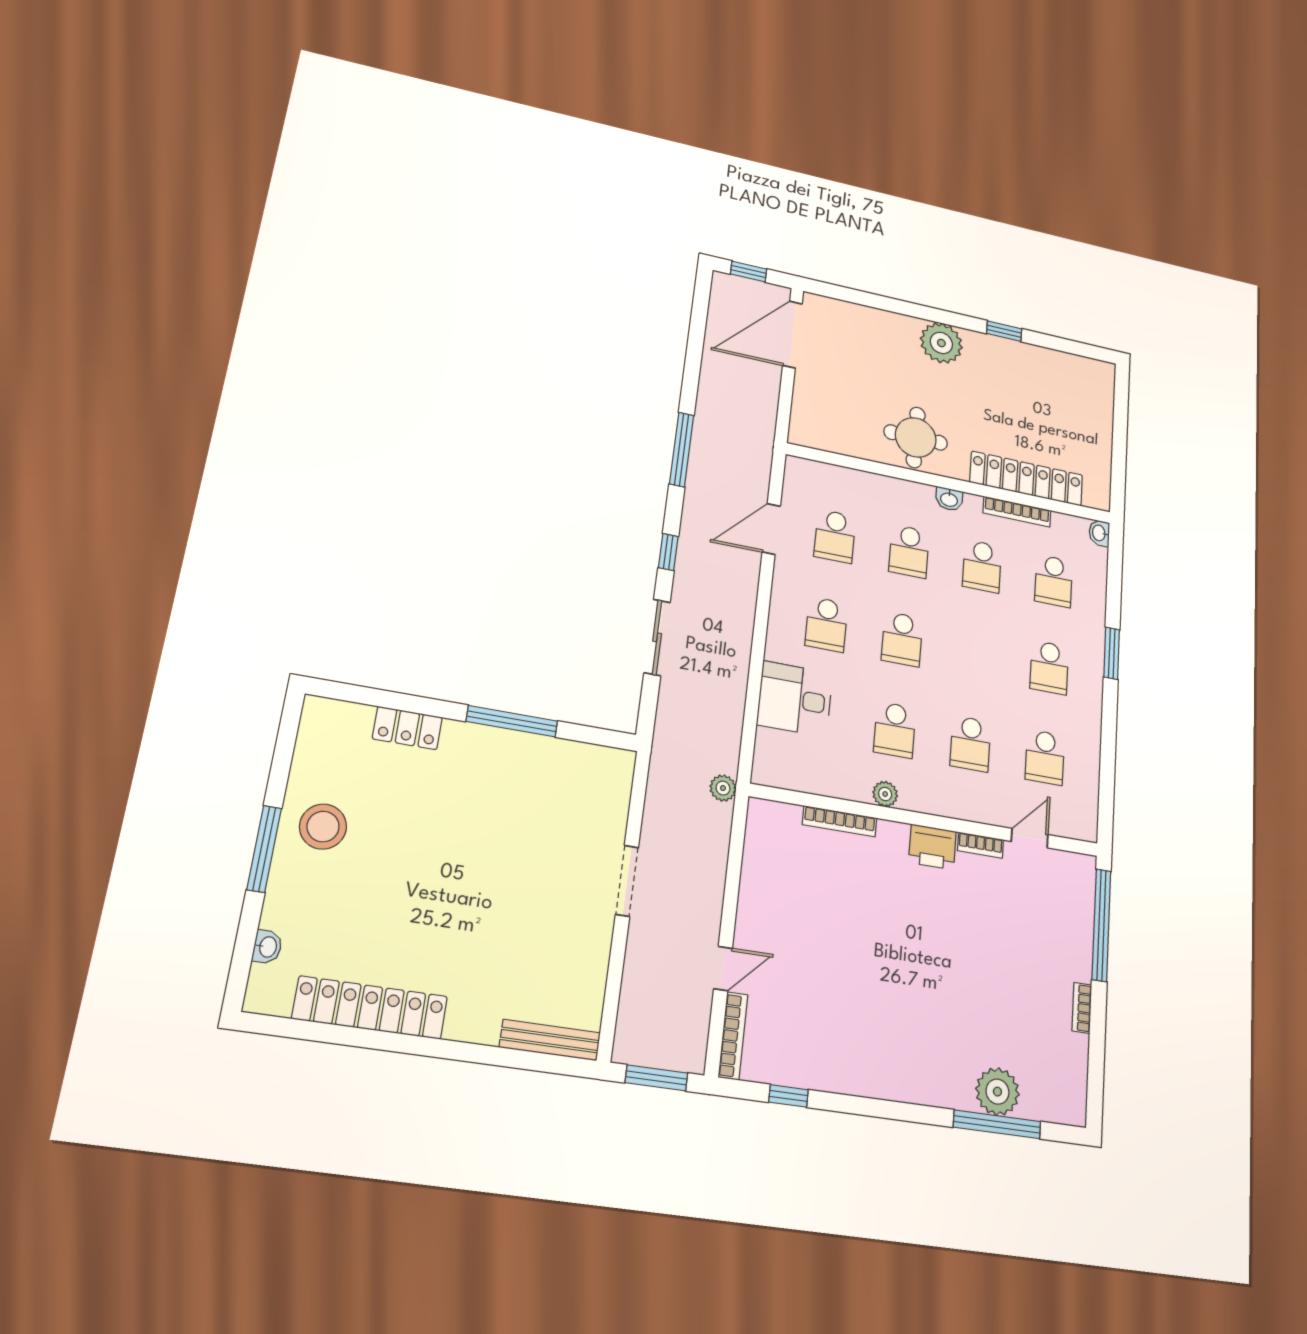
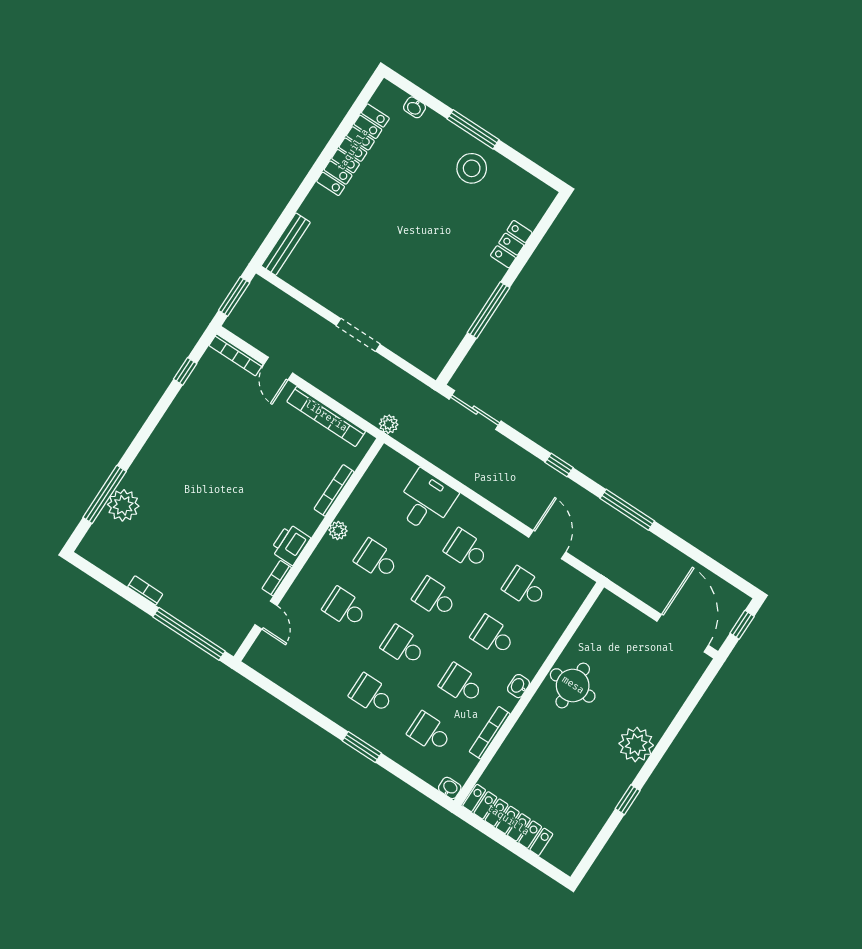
locker: (1026, 479) -> (508, 820), moved, turned -90
sliding door: (657, 637) -> (475, 410), moved
school desk: (1045, 757) -> (403, 646), moved
bookcase: (753, 875) -> (326, 416), added

